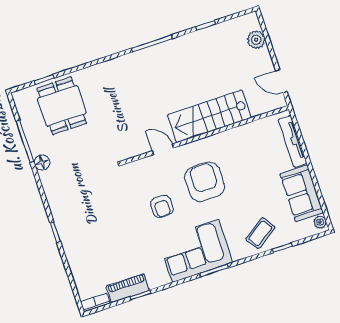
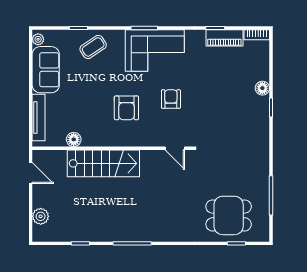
dining table: (62, 106) -> (229, 215), turned 90
floor lamp: (248, 131) -> (74, 139), added
door: (163, 149) -> (175, 148), moved
floor lamp: (42, 162) -> (262, 88), moved
armchair: (205, 182) -> (126, 108), width x0.73, depth x0.73

